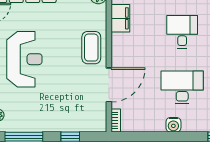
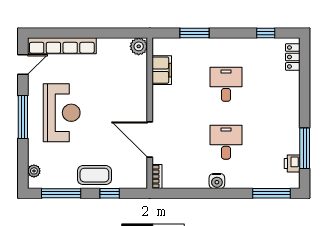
coffee table: (91, 48) -> (94, 175), moved, turned 90
door: (109, 85) -> (150, 140), swing flipped
desk: (182, 87) -> (226, 142), width x0.73

